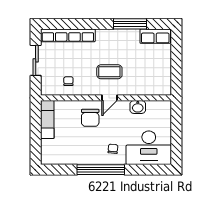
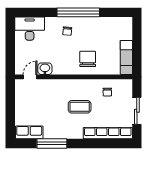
coffee table: (109, 72) -> (80, 107), moved
door: (110, 98) -> (30, 77), moved
desk: (149, 148) -> (30, 29), width x0.73, depth x0.77

